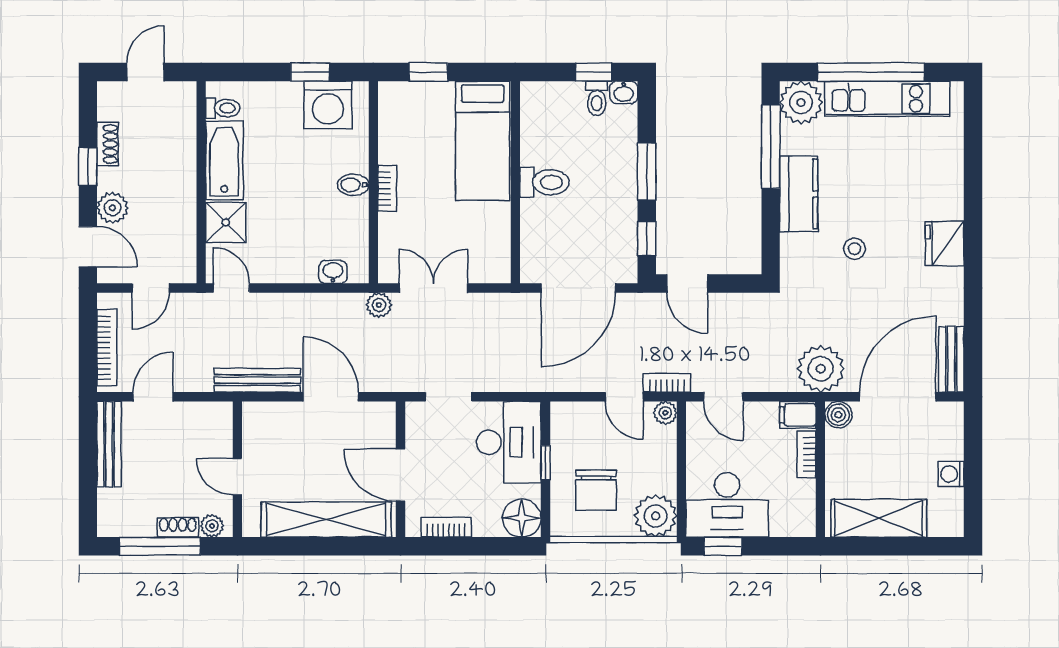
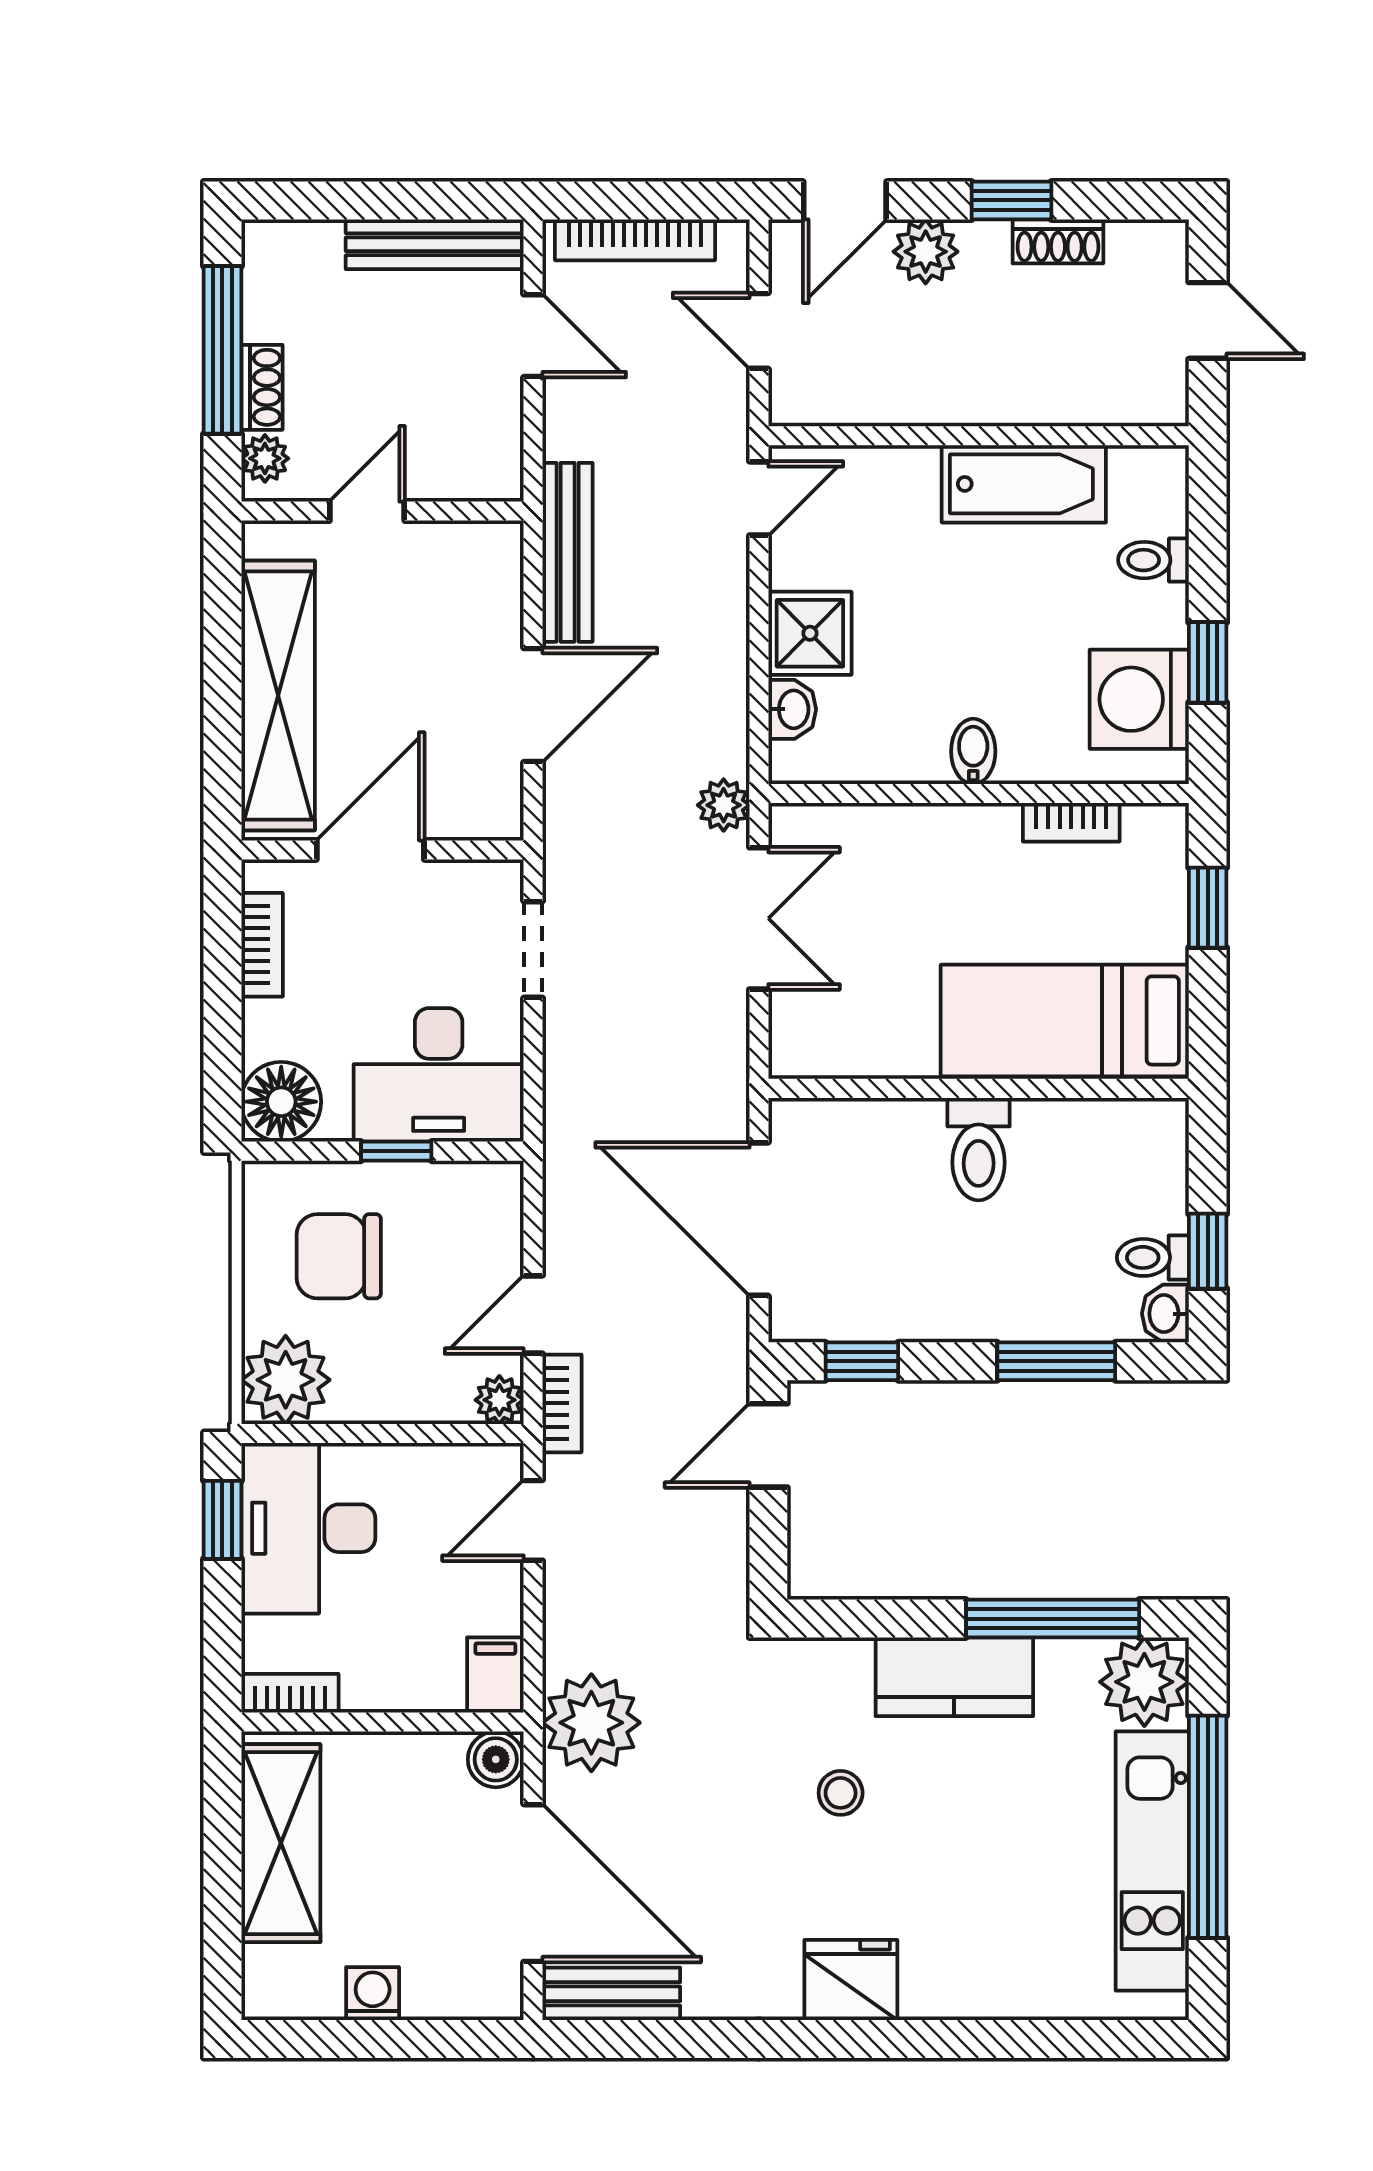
toilet: (223, 108) -> (1153, 560), moved, turned 90
window: (647, 171) -> (1056, 1361), moved
bookcase: (387, 188) -> (1071, 822), moved
shower: (226, 222) -> (810, 633), moved
bookcase: (807, 454) -> (290, 1693), moved

